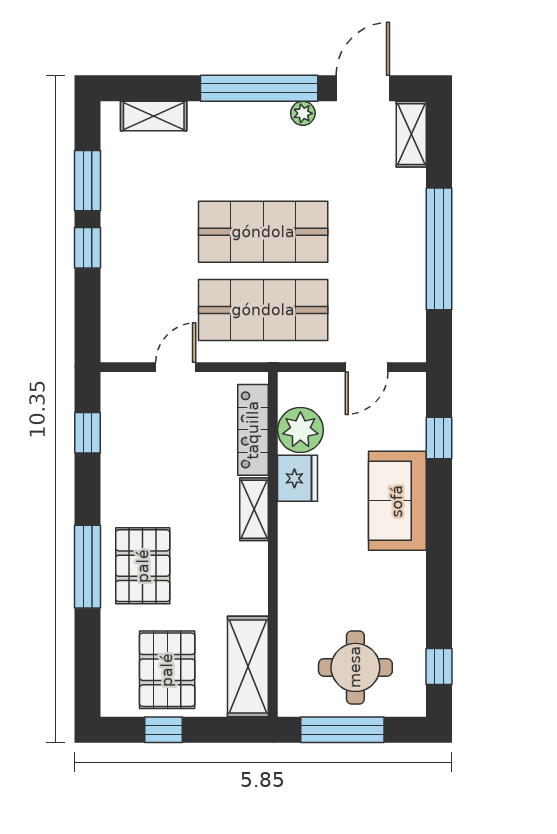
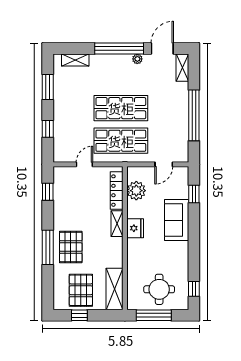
window: (88, 248) -> (48, 129), moved
fridge: (298, 478) -> (135, 228), moved

